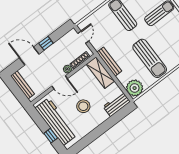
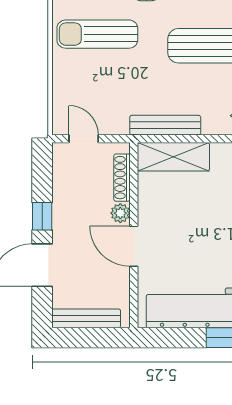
door: (60, 82) -> (134, 246), swing flipped
stool: (83, 106) -> (211, 236), removed

